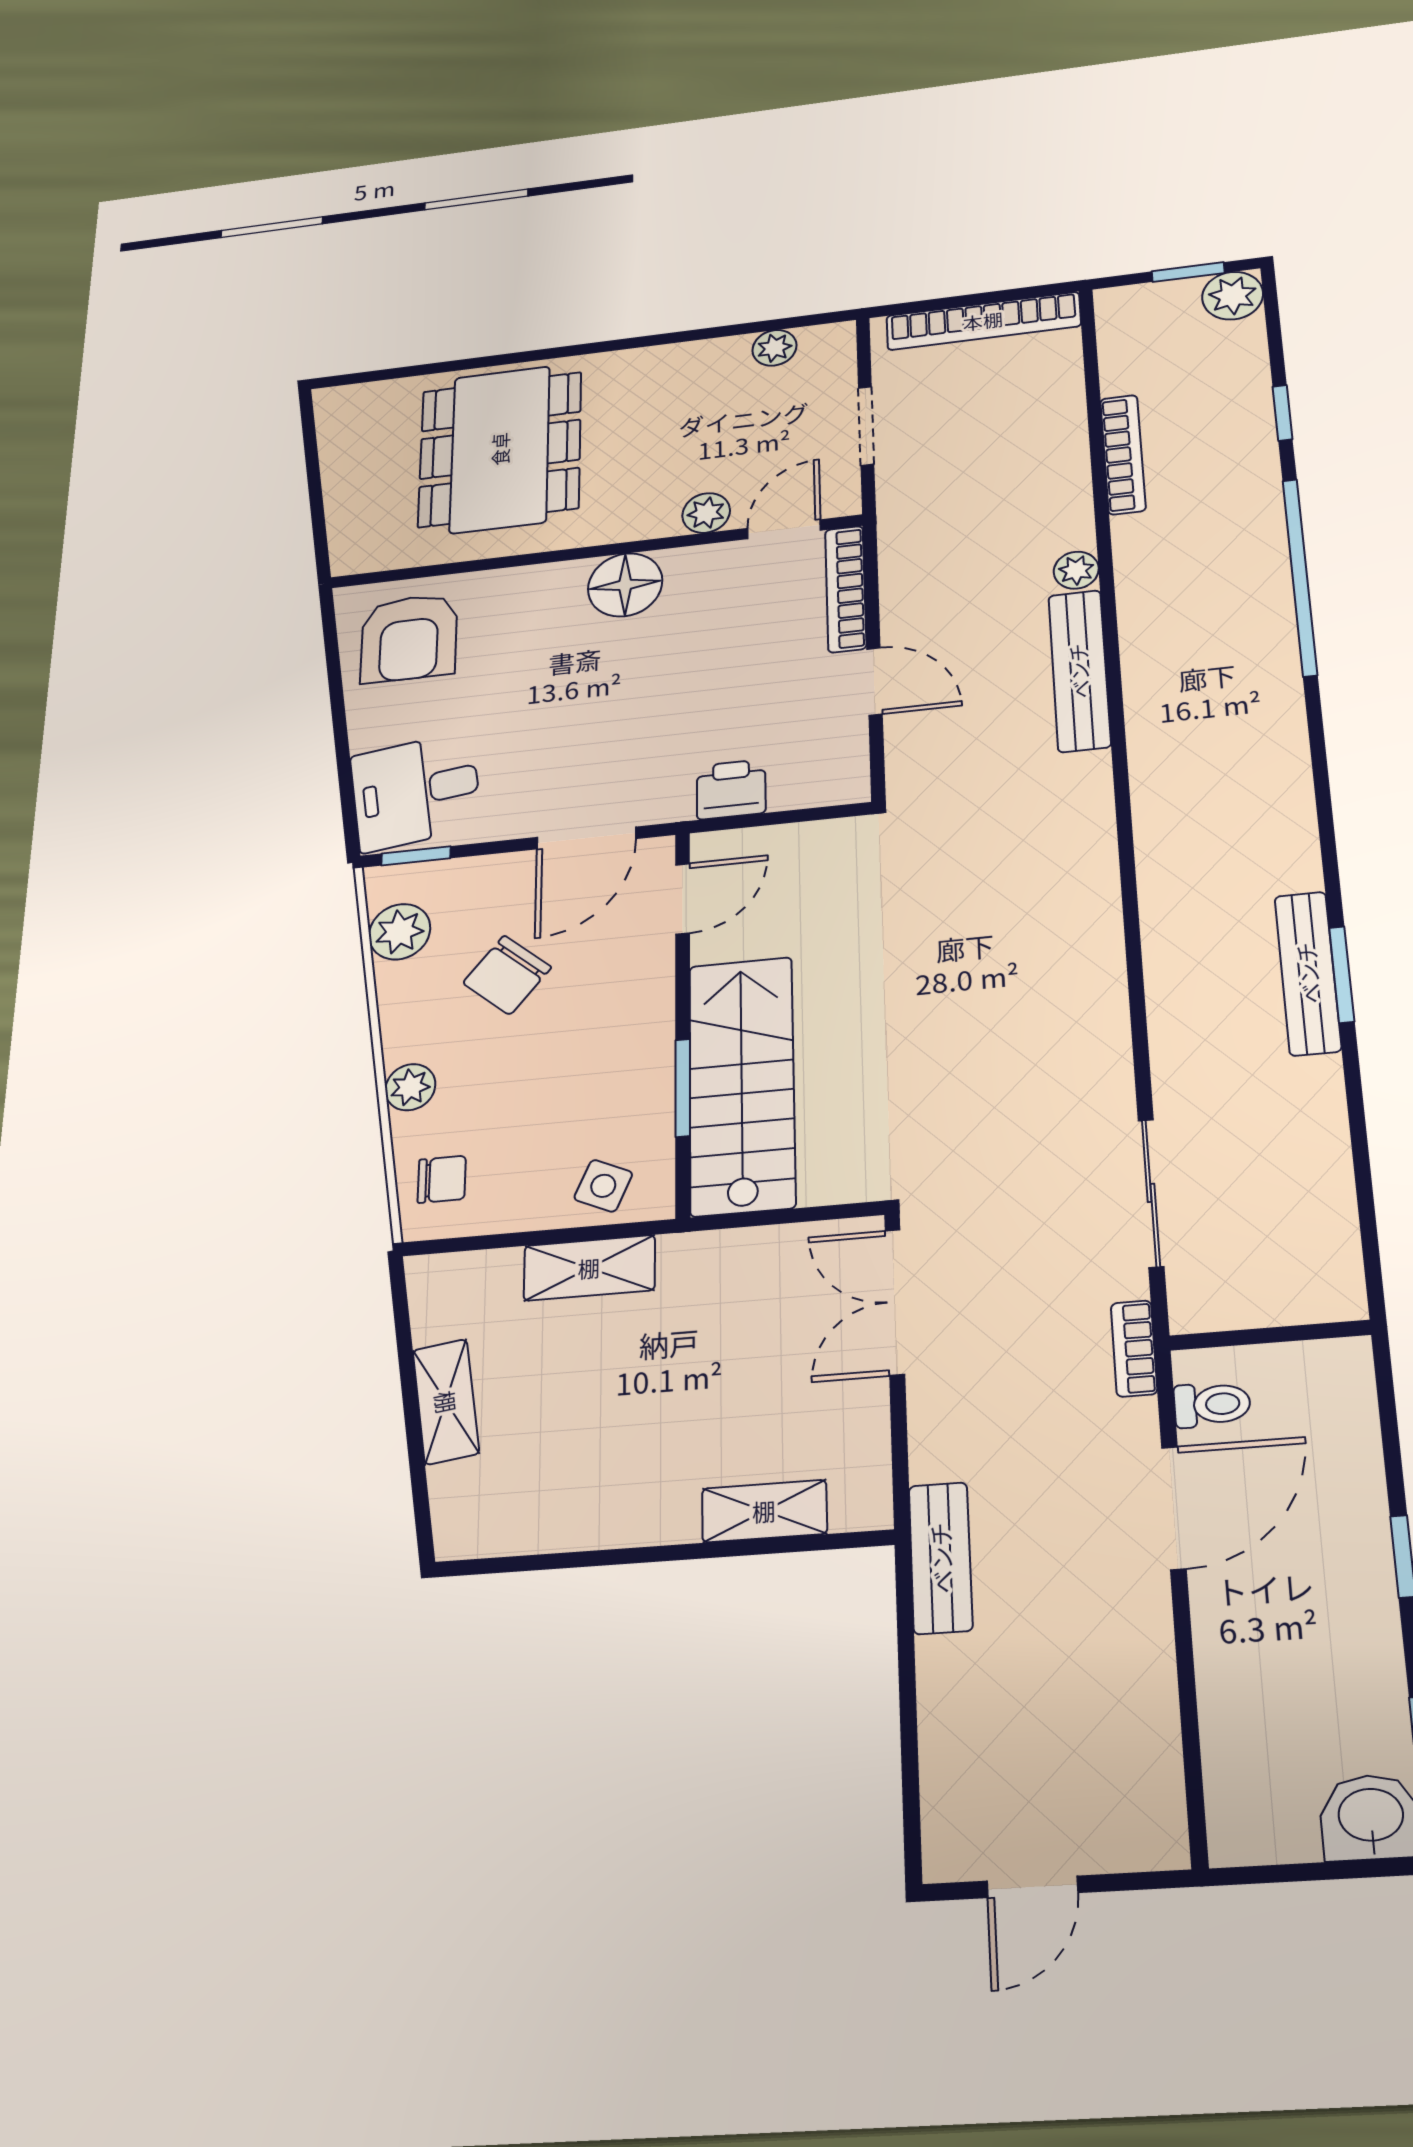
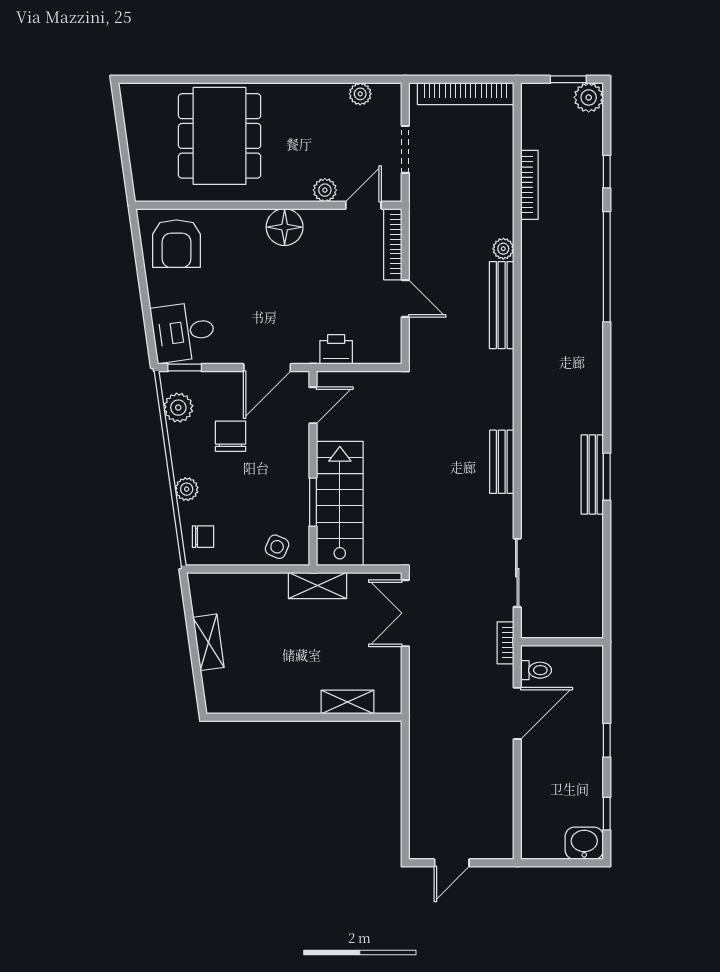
chair: (507, 975) -> (231, 436), turned 140
shelving: (589, 1268) -> (317, 585), moved
bench: (941, 1558) -> (502, 462), moved

